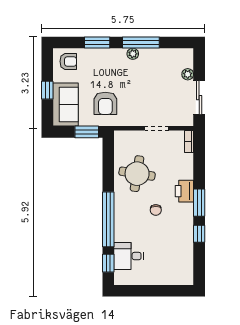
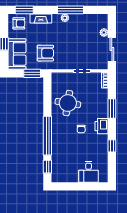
window: (97, 42) -> (24, 10), moved
fireplace: (99, 55) -> (41, 18), added
armchair: (105, 103) -> (45, 53), turned -90
printer: (184, 191) -> (101, 126), moved
window: (199, 203) -> (112, 108), moved
desk: (129, 256) -> (89, 172), moved, turned -90

